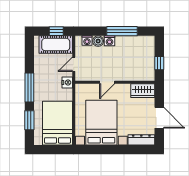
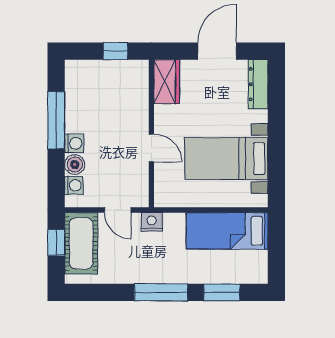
bed: (58, 123) -> (227, 231), width x0.67
bed with nightstands: (101, 123) -> (226, 158), width x0.73

